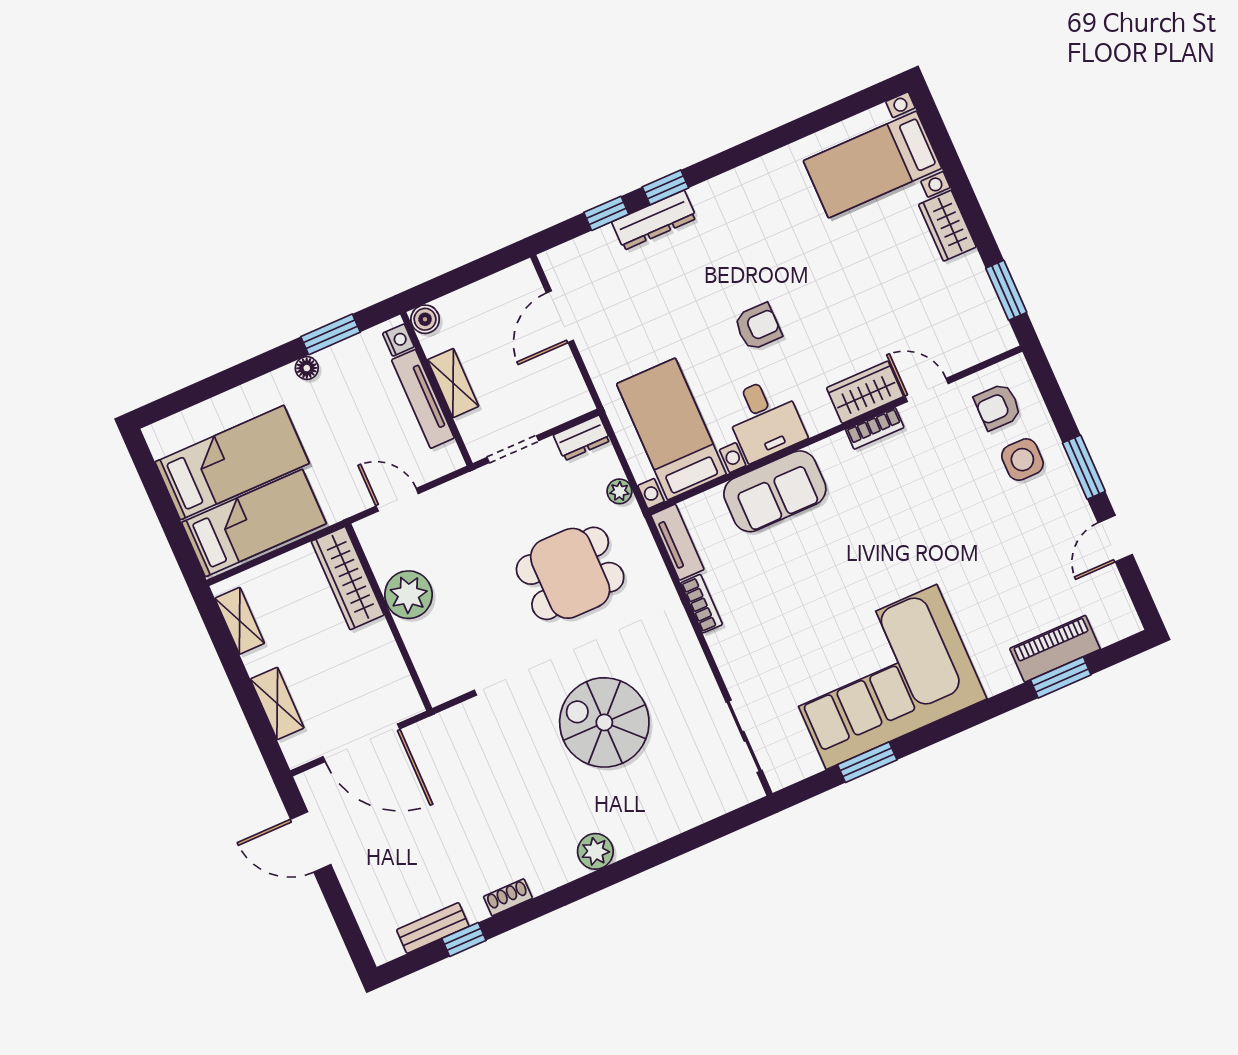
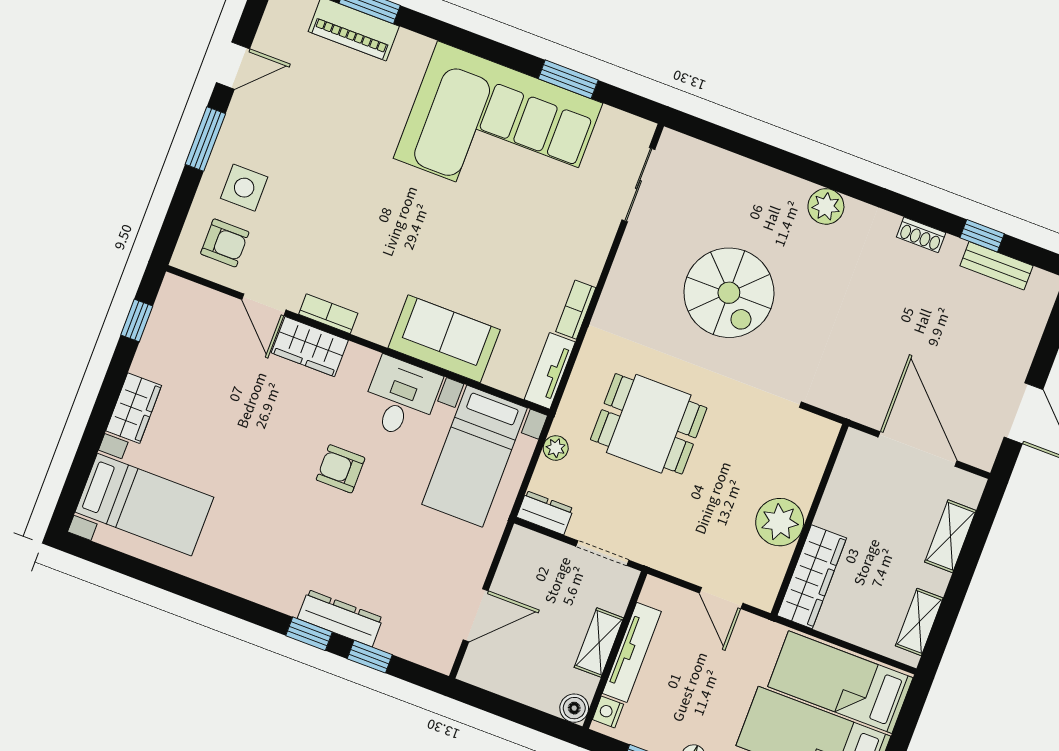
window: (1006, 290) -> (137, 320), width x0.67

